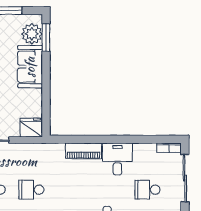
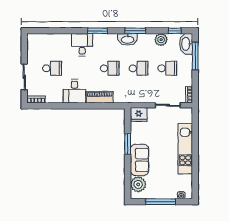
window: (46, 37) -> (128, 144), moved
sliding door: (185, 178) -> (24, 77), width x0.73
school desk: (70, 190) -> (110, 68), added

